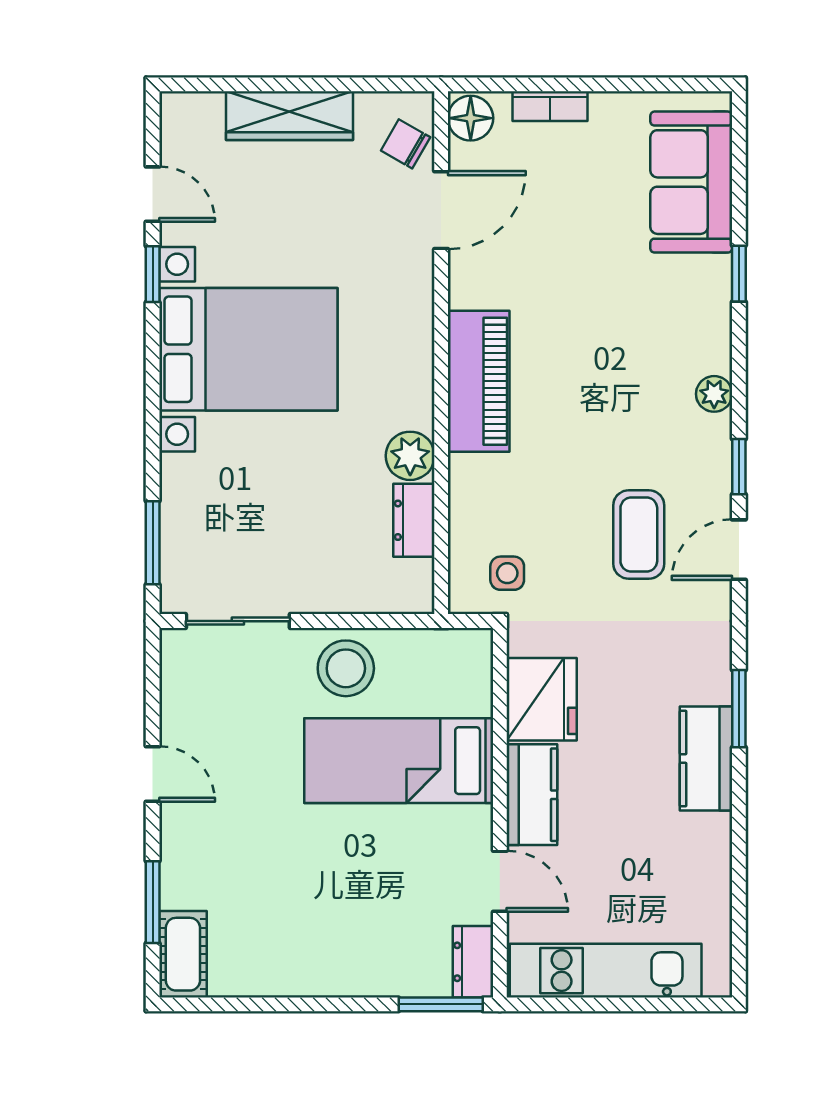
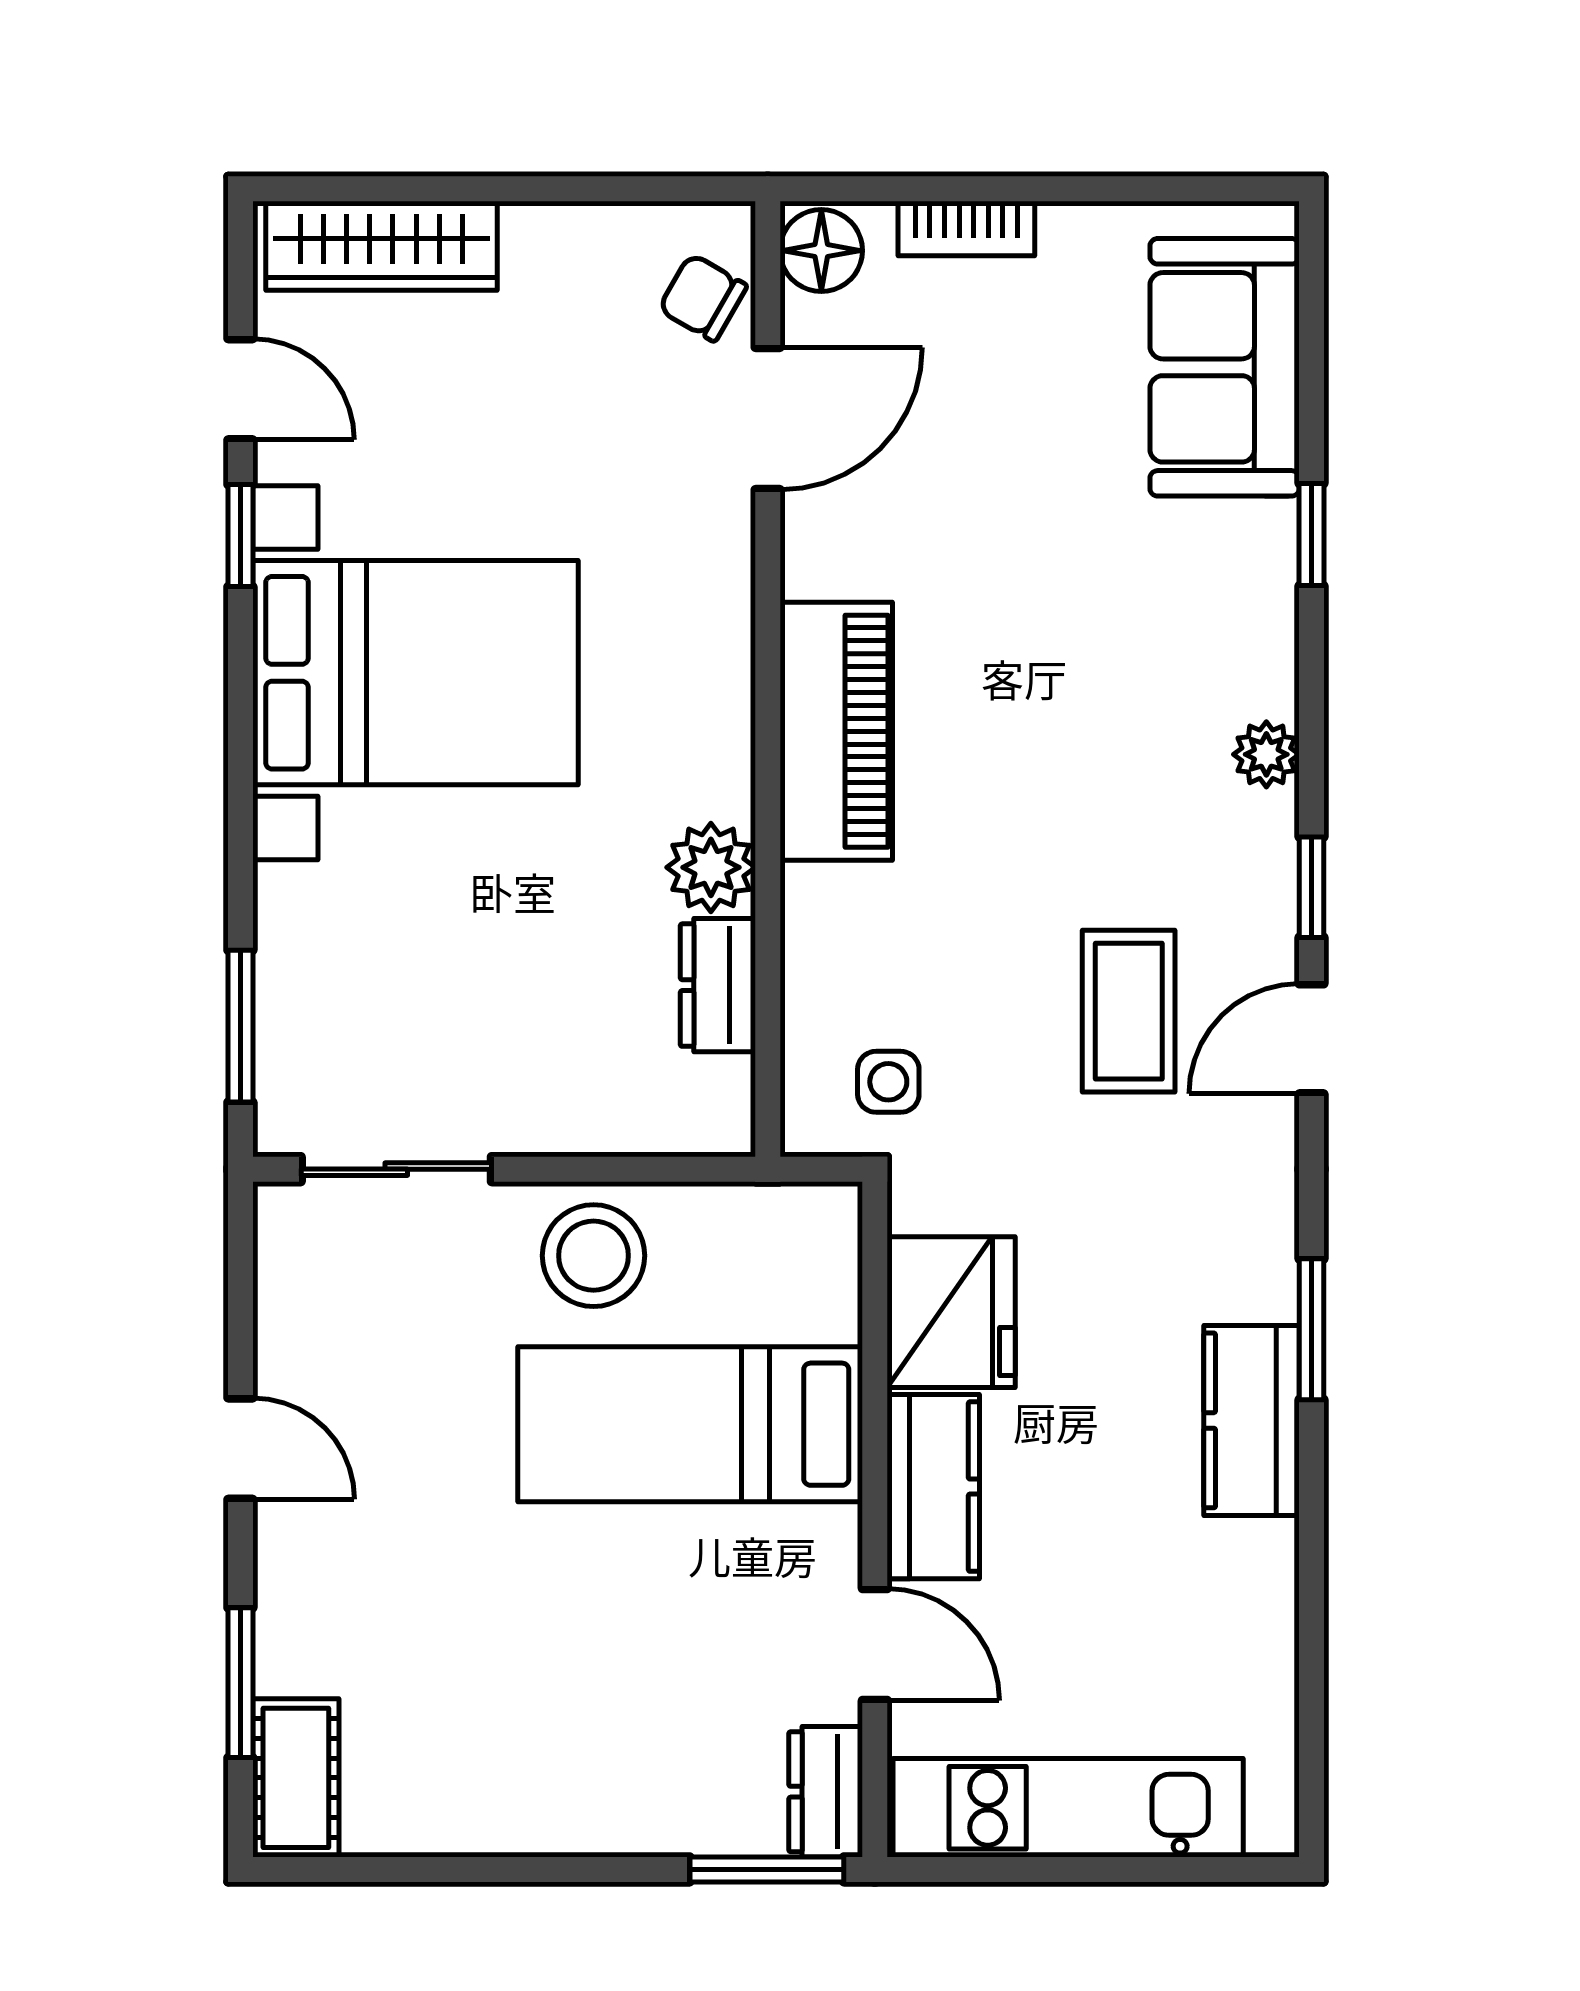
wardrobe: (290, 116) -> (381, 246), moved

